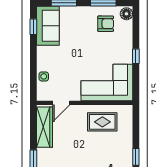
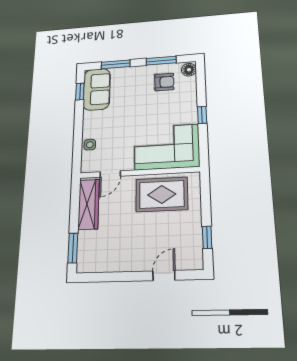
rug: (102, 122) -> (162, 194), width x1.36, depth x1.43

